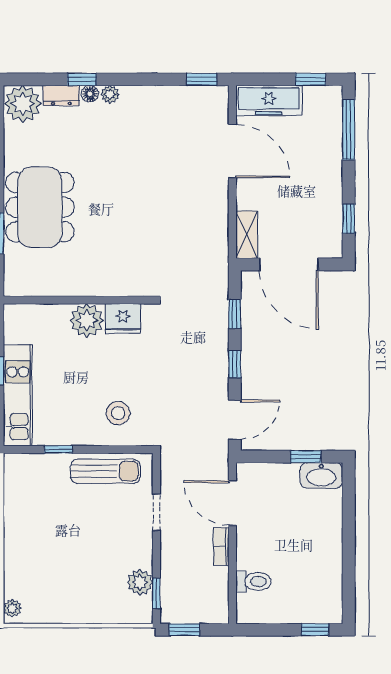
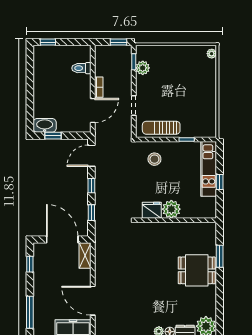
dining table: (40, 207) -> (197, 270), width x0.73
door: (232, 503) -> (93, 111), hinge flipped

